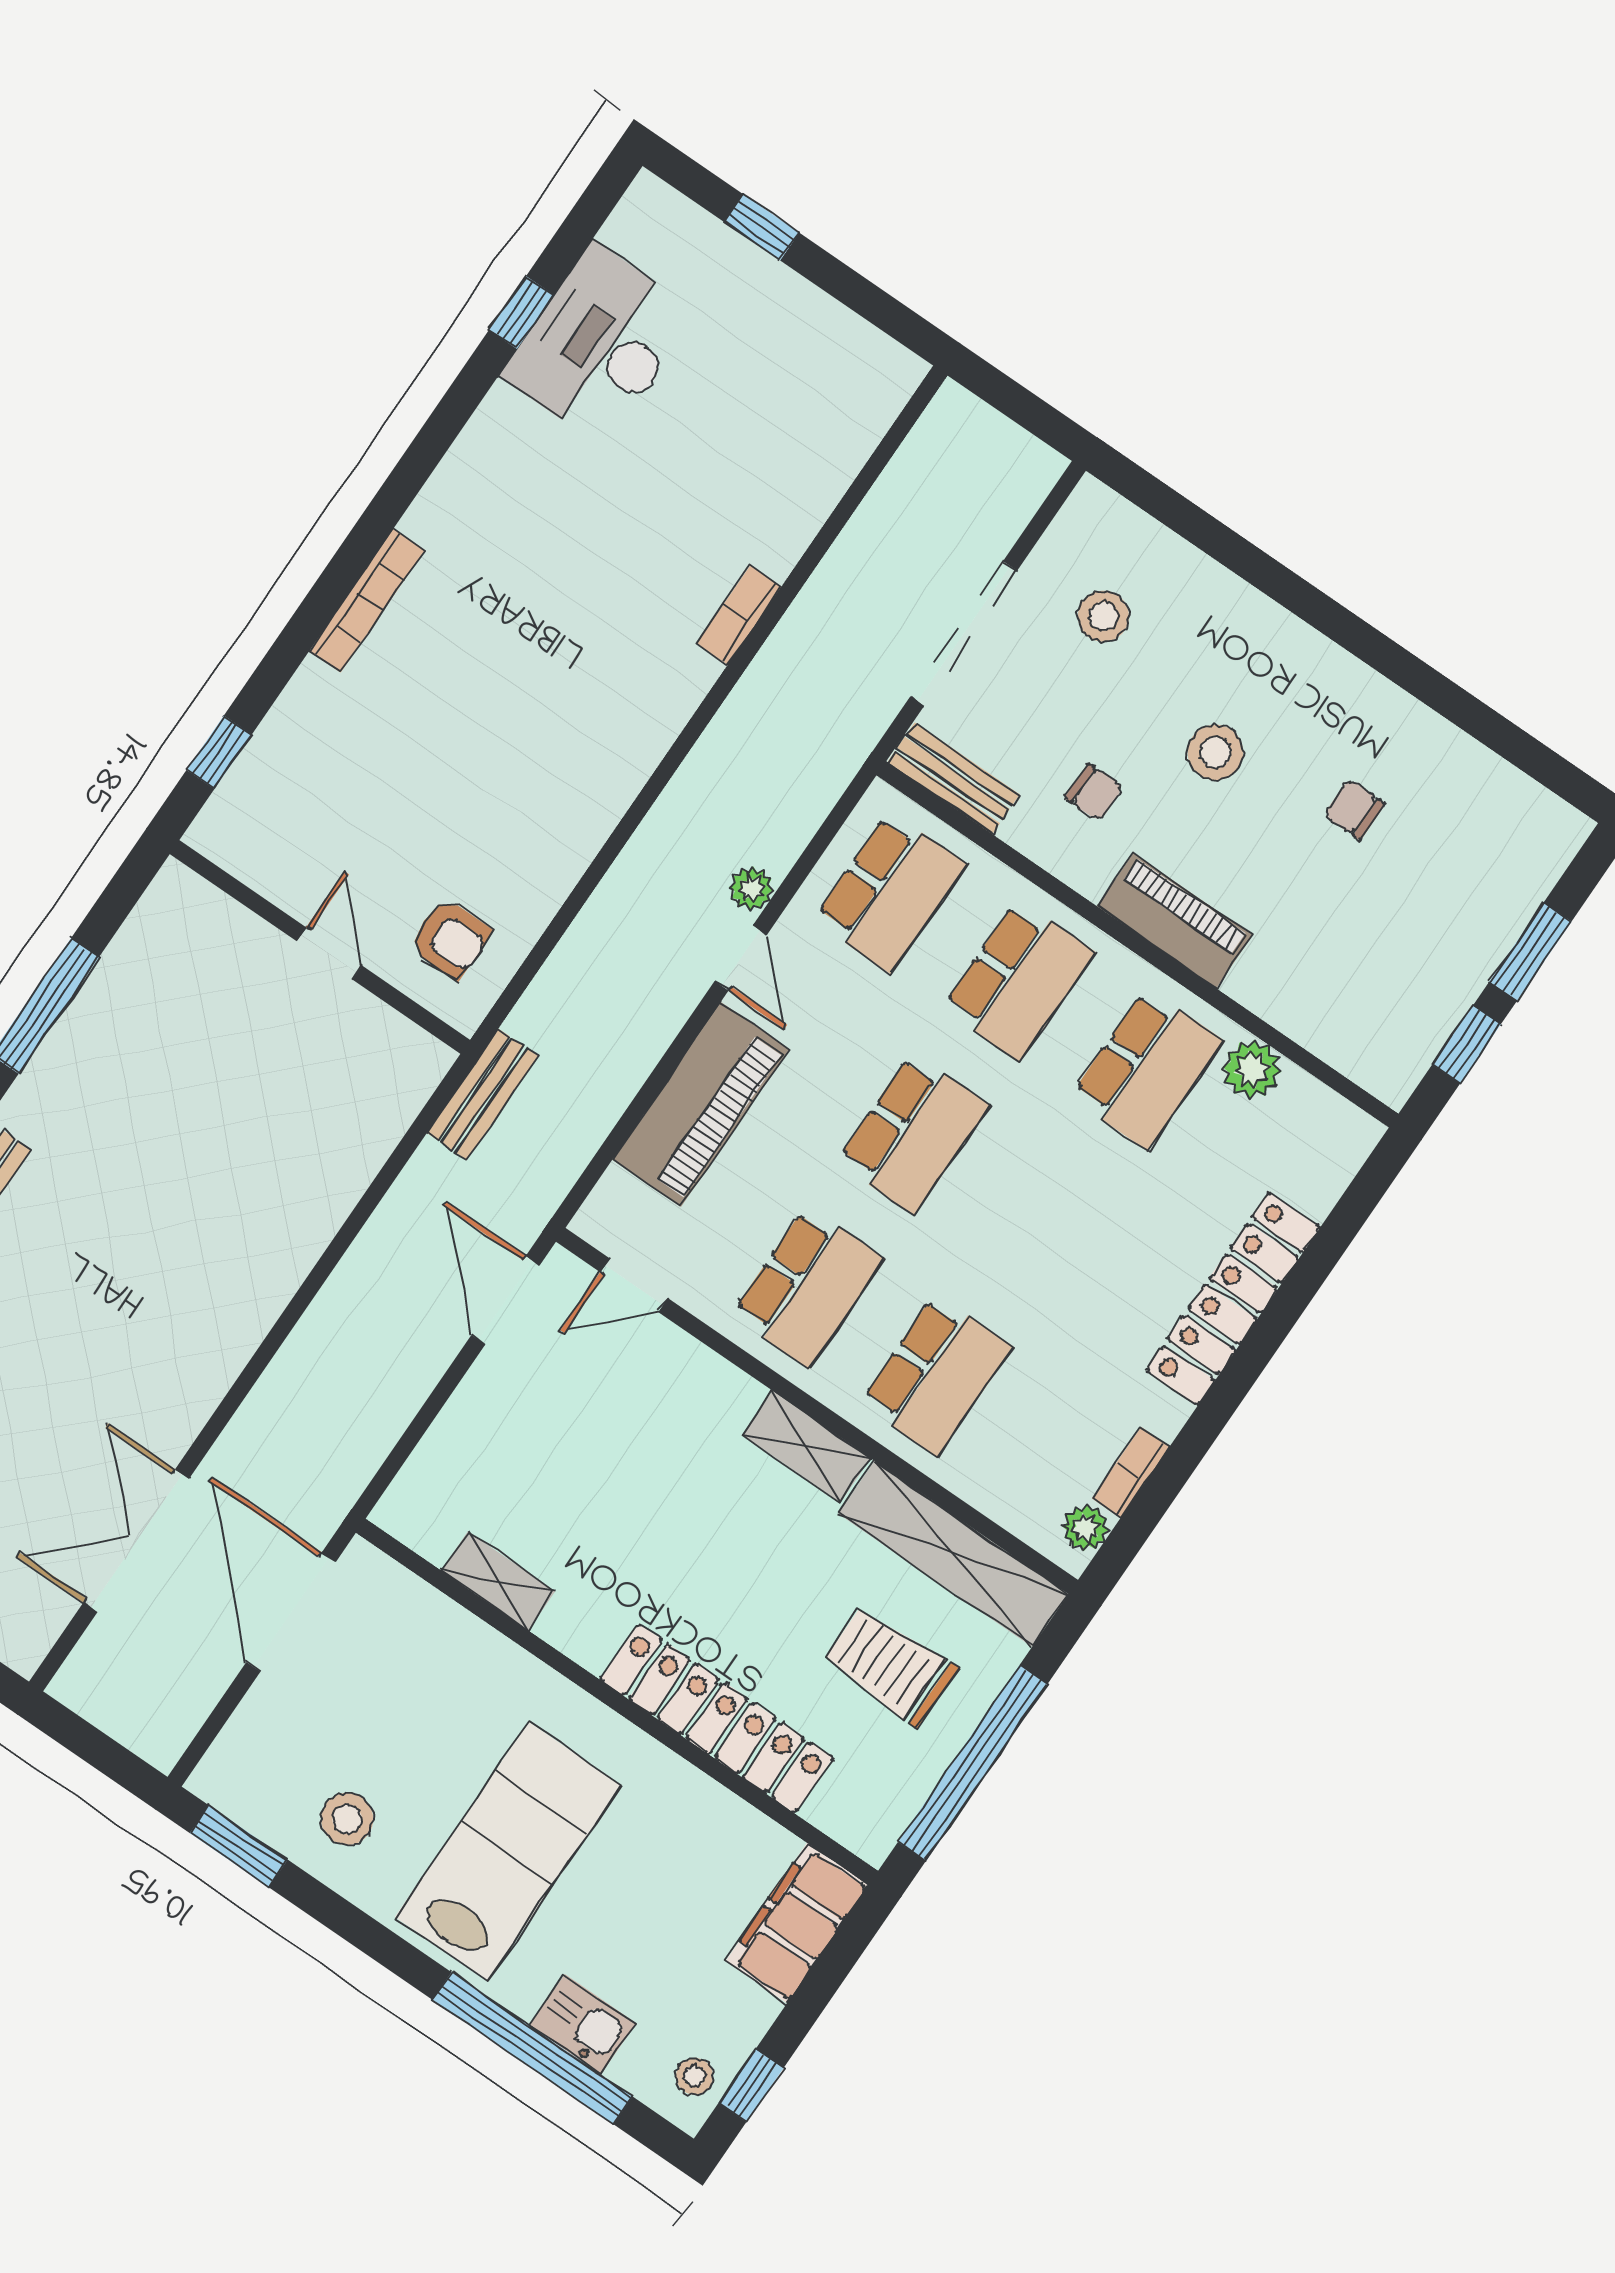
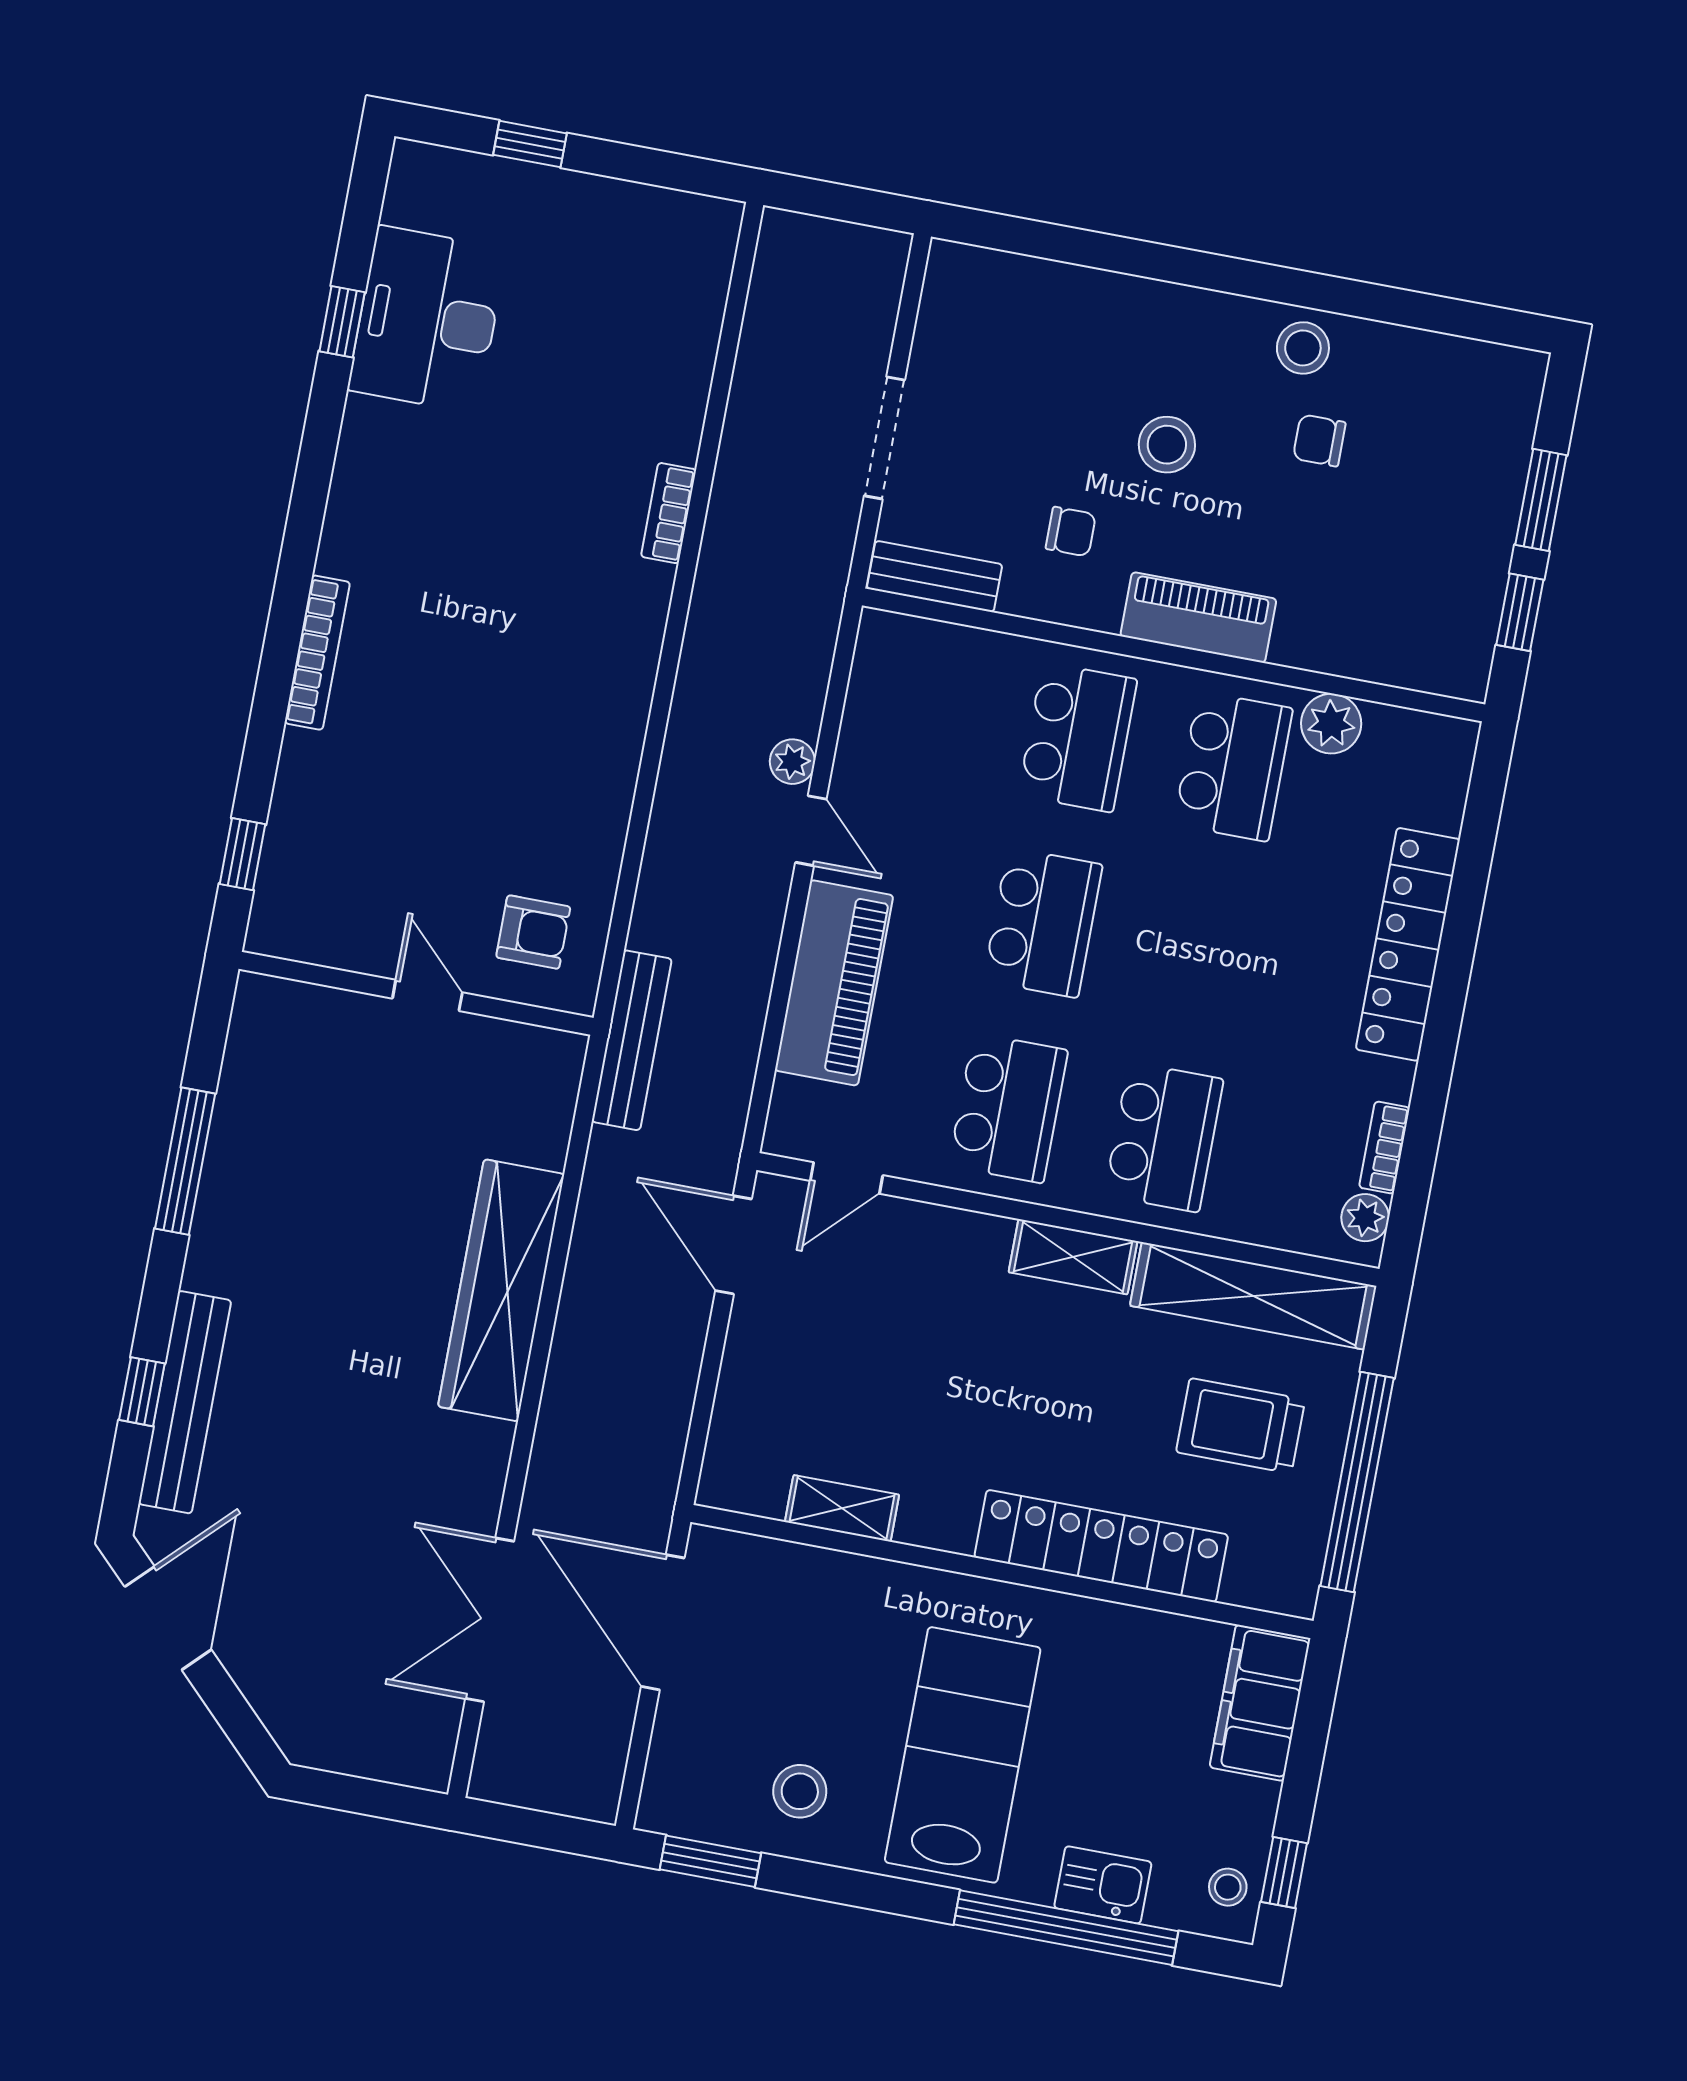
stool: (1103, 616) -> (1303, 348), moved
doorway: (964, 634) -> (884, 438), width x0.73
school desk: (890, 892) -> (922, 708), removed
bench: (483, 1094) -> (632, 1040), width x1.36
wardrobe: (278, 1249) -> (501, 1290), added

